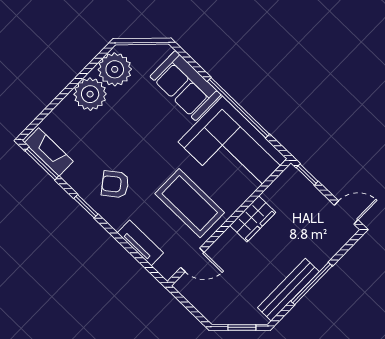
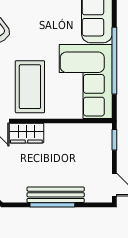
wardrobe: (253, 219) -> (26, 133), moved
bench: (288, 290) -> (56, 195), moved

